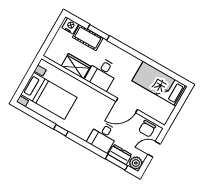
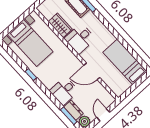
chair: (147, 129) -> (103, 96), removed
door: (154, 149) -> (103, 115), hinge flipped

